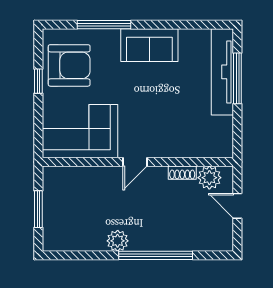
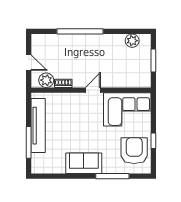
armchair: (69, 65) -> (134, 151), turned 90
tv unit: (222, 72) -> (38, 126), moved
plant: (118, 241) -> (132, 41), moved

